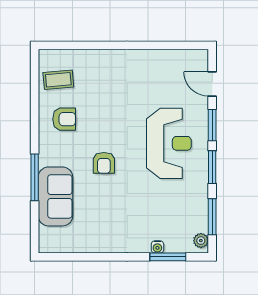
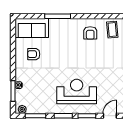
reception desk: (169, 143) -> (77, 92), turned 180
armchair: (104, 163) -> (34, 54), moved
sofa: (55, 196) -> (32, 28), moved

